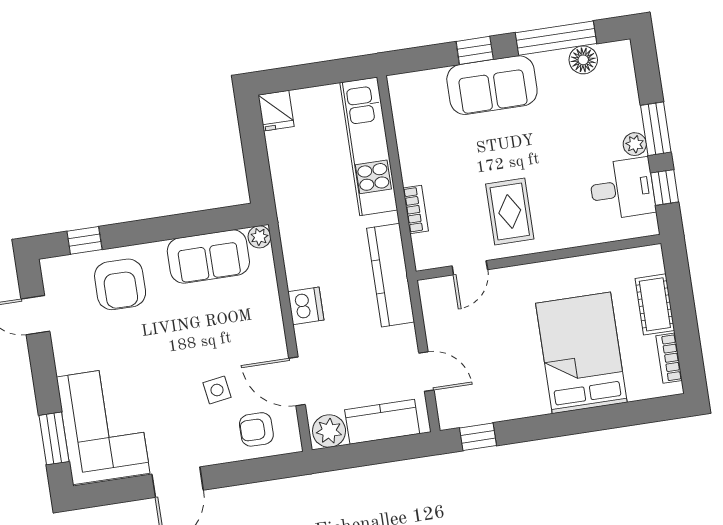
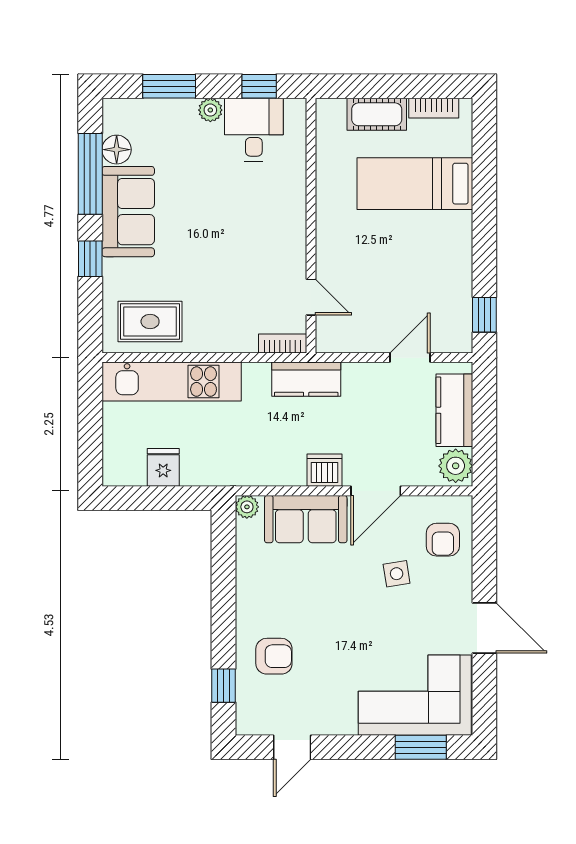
sofa: (492, 85) -> (128, 212), moved
fridge: (276, 111) -> (163, 467), moved, turned -90
window: (656, 129) -> (169, 86), moved
bookcase: (416, 209) -> (283, 343), moved
rug: (510, 212) -> (150, 322), moved
sofa: (208, 256) -> (306, 519), moved, turned 90
kitchen counter: (391, 275) -> (306, 379), width x0.67
armchair: (120, 284) -> (274, 656), width x0.72, depth x0.72
bed: (581, 353) -> (415, 184), width x0.67
door: (297, 381) -> (376, 491), moved

